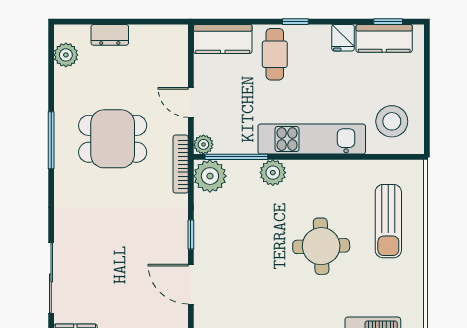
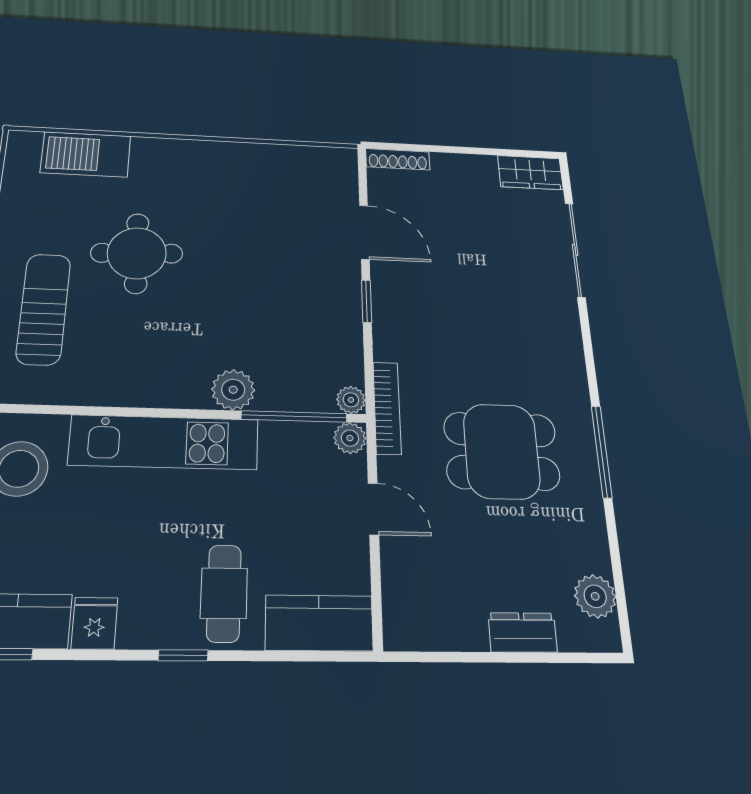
plant: (210, 176) -> (351, 400), width x0.53, depth x0.53
round table: (321, 246) -> (137, 253), moved

